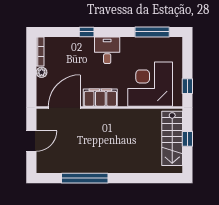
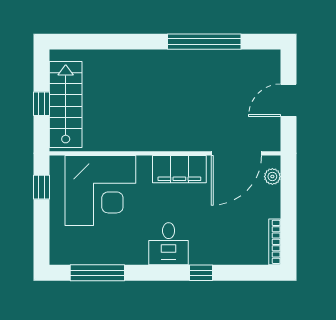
plant: (42, 72) -> (272, 177), moved

